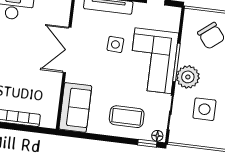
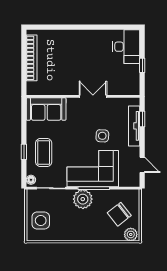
double door: (67, 50) -> (93, 96), width x0.73
side table: (204, 109) -> (41, 220), moved
window: (147, 143) -> (24, 152), moved

